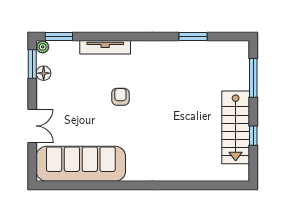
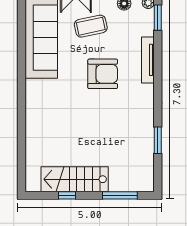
armchair: (120, 97) -> (103, 74), width x1.88, depth x1.88
coffee table: (68, 110) -> (91, 26), added

